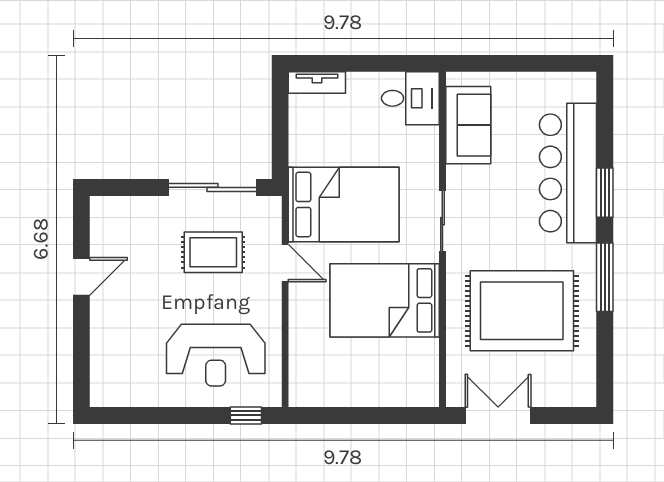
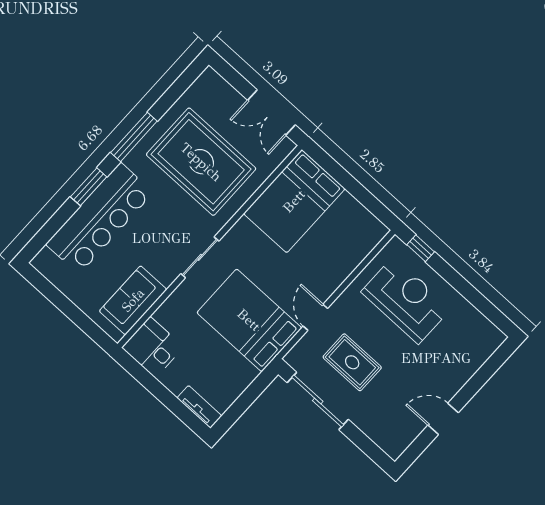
bed: (385, 300) -> (294, 201), moved, turned 90

